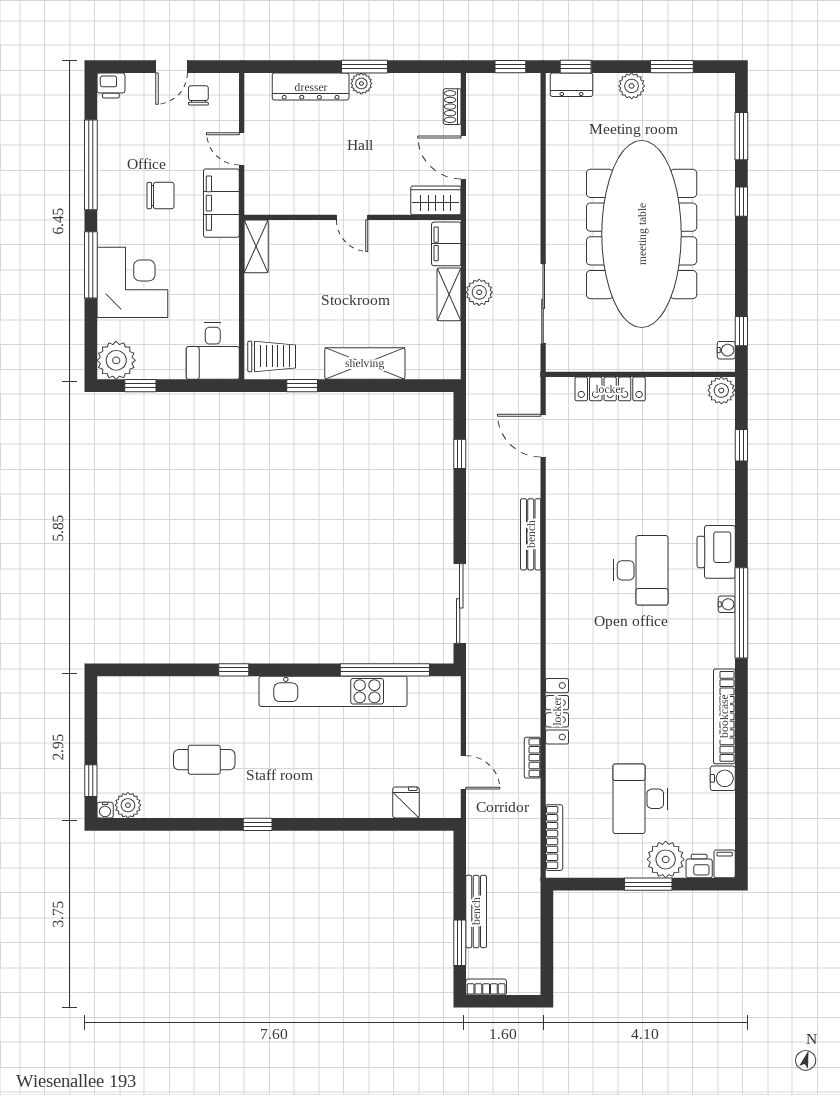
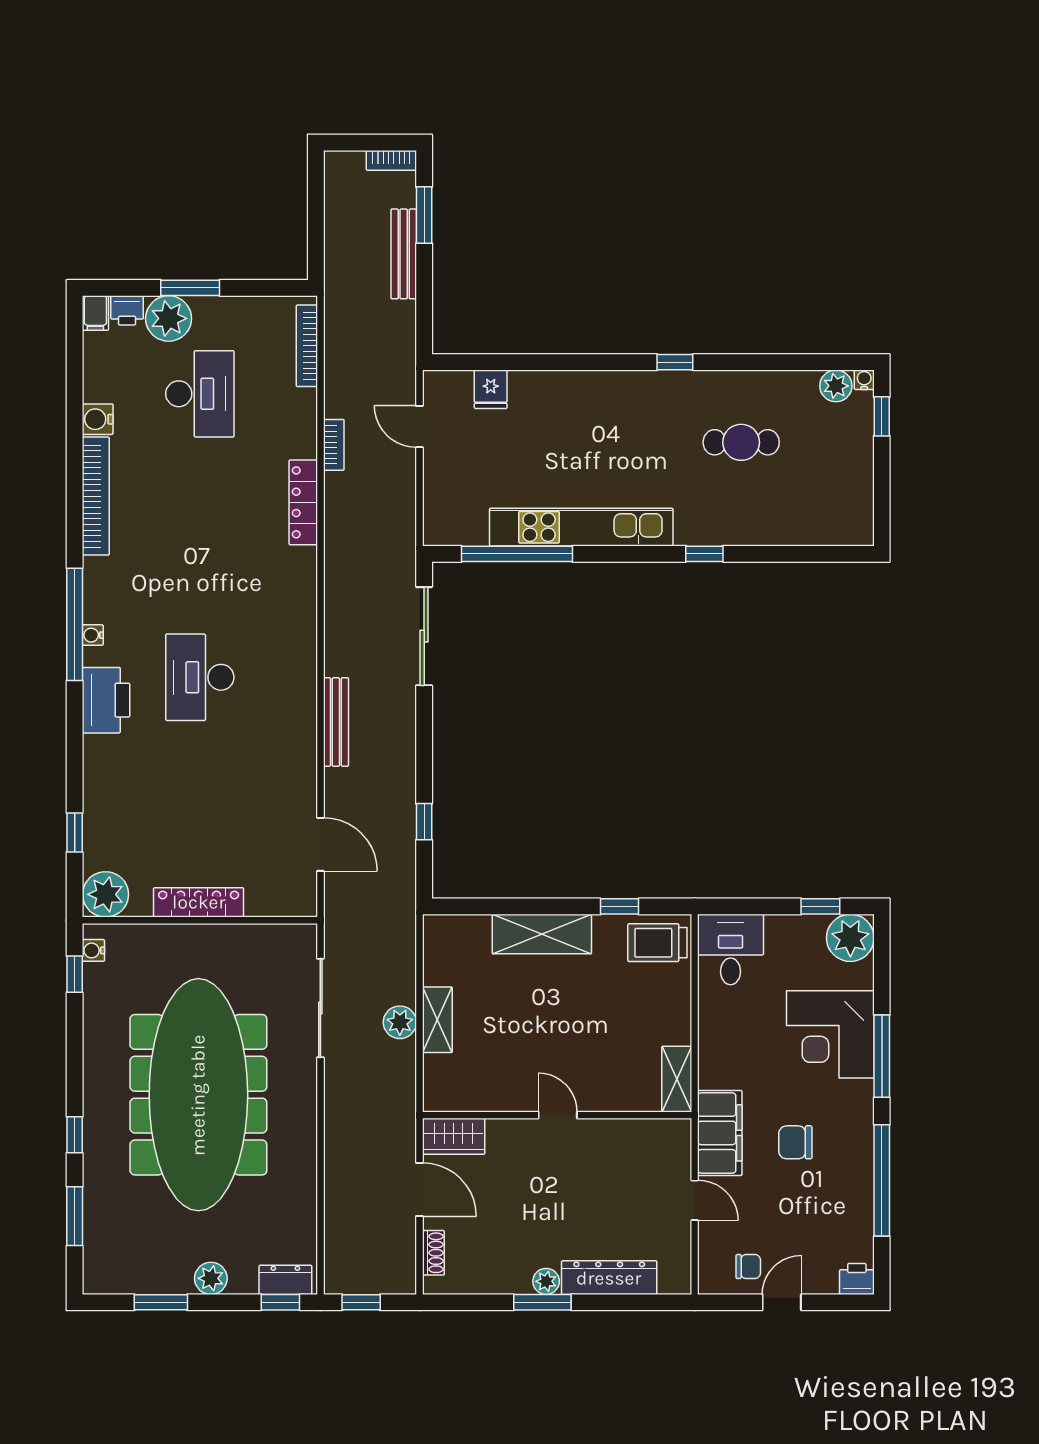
chair: (198, 95) -> (748, 1267), turned -90
filing cabinet: (446, 244) -> (441, 1082), removed
locker: (610, 389) -> (199, 902), moved
plant: (721, 390) -> (106, 894), width x1.36, depth x1.36

